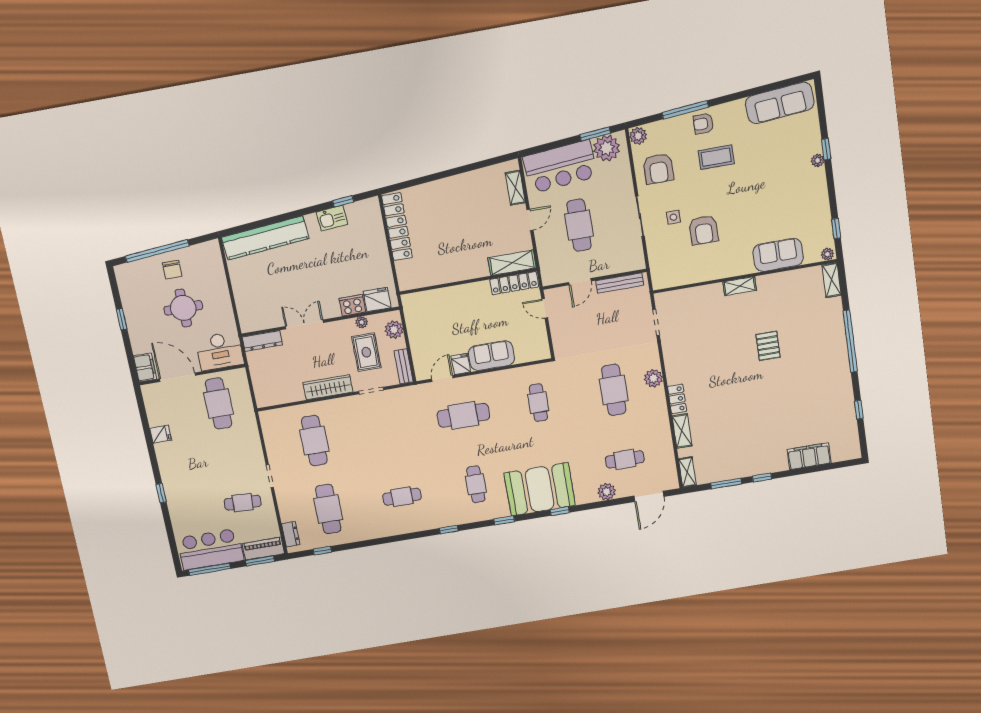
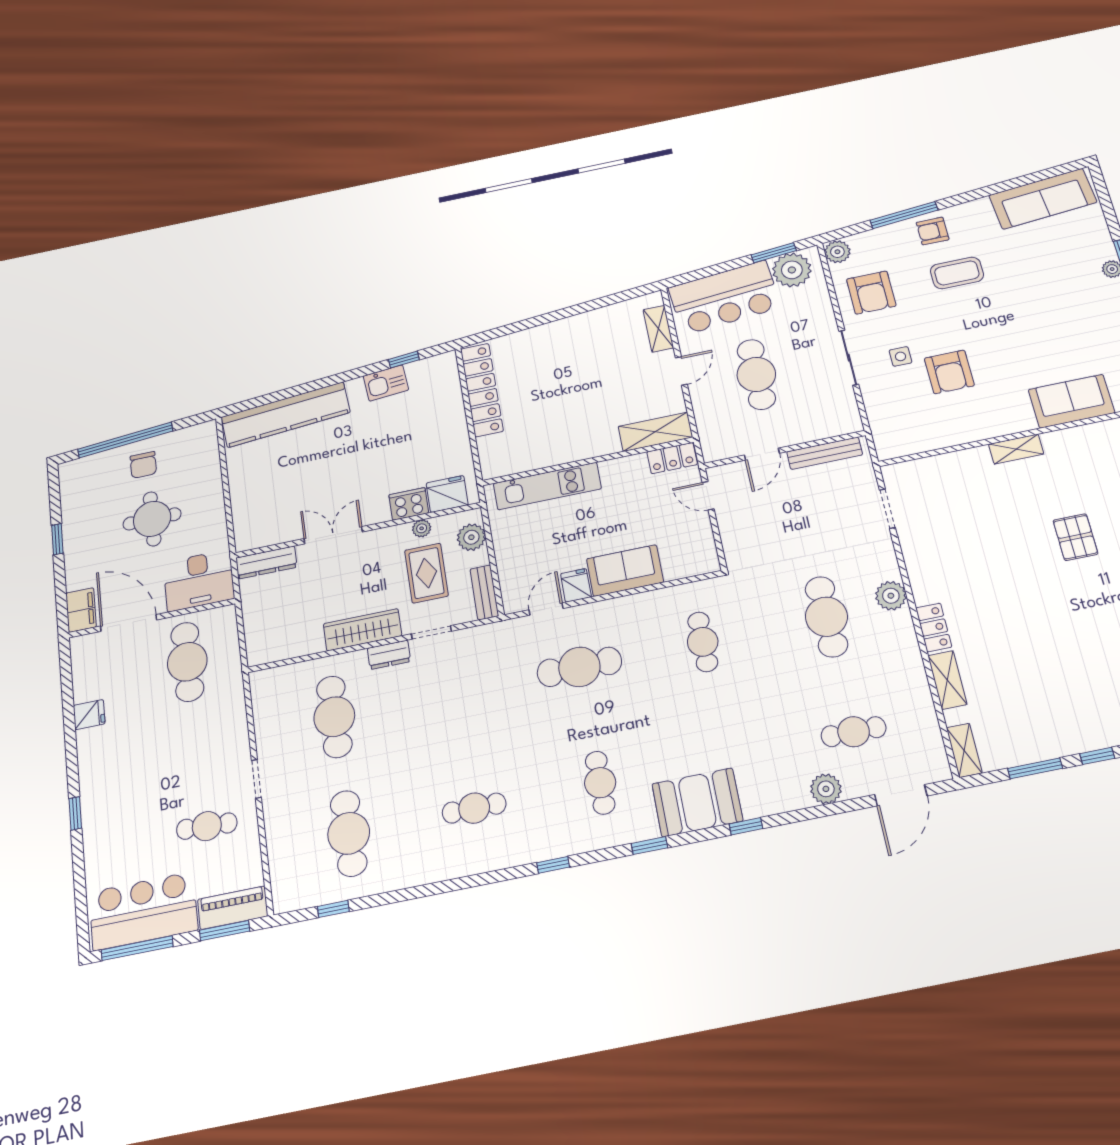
locker: (514, 283) -> (672, 458), width x0.66
kitchen unit: (442, 297) -> (547, 486), added
booth: (540, 489) -> (697, 802), width x0.73, depth x0.70
dresser: (291, 534) -> (389, 655), moved, turned 90

